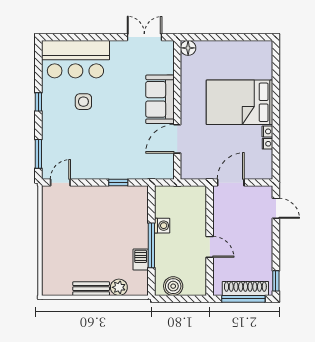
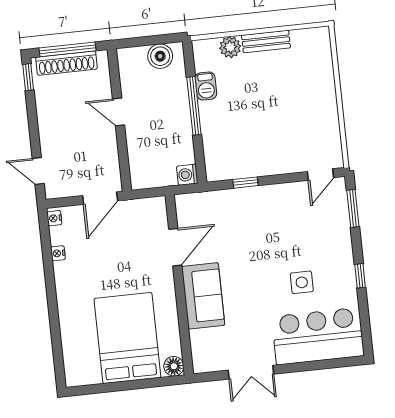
double door: (144, 37) -> (251, 372), moved
bed: (240, 102) -> (127, 338), moved, turned -90
nightstand: (267, 131) -> (54, 218), moved
washing machine: (162, 226) -> (187, 175), moved

